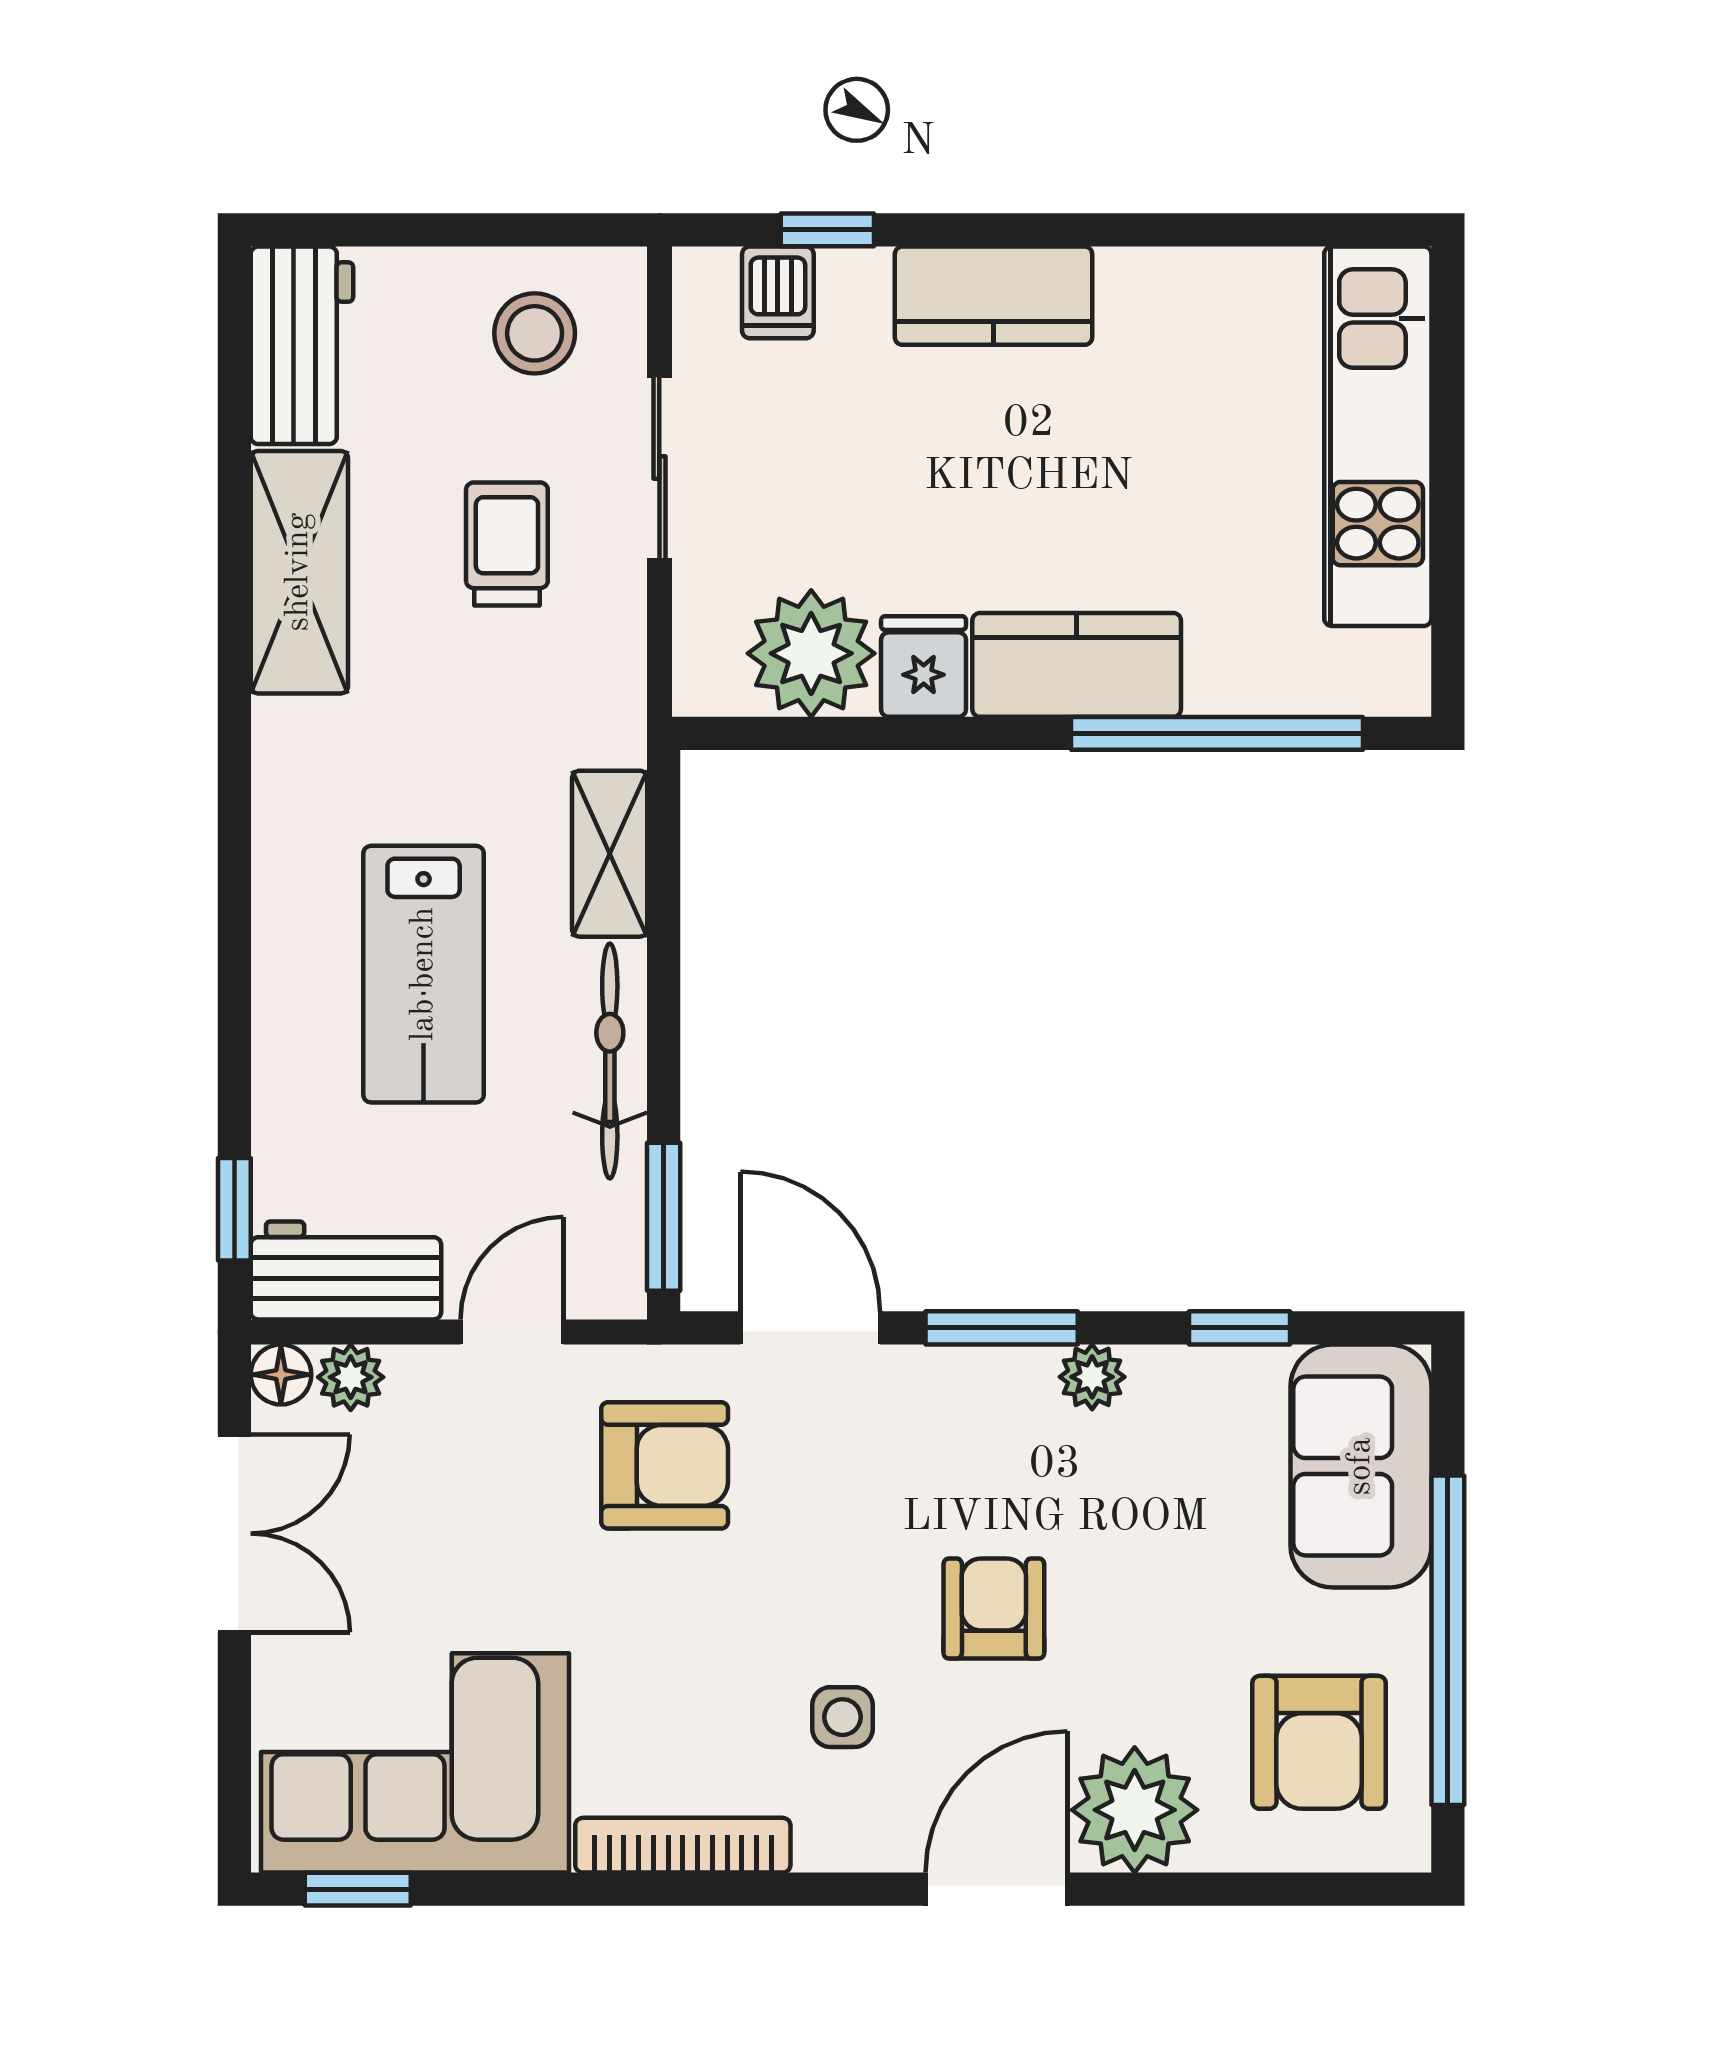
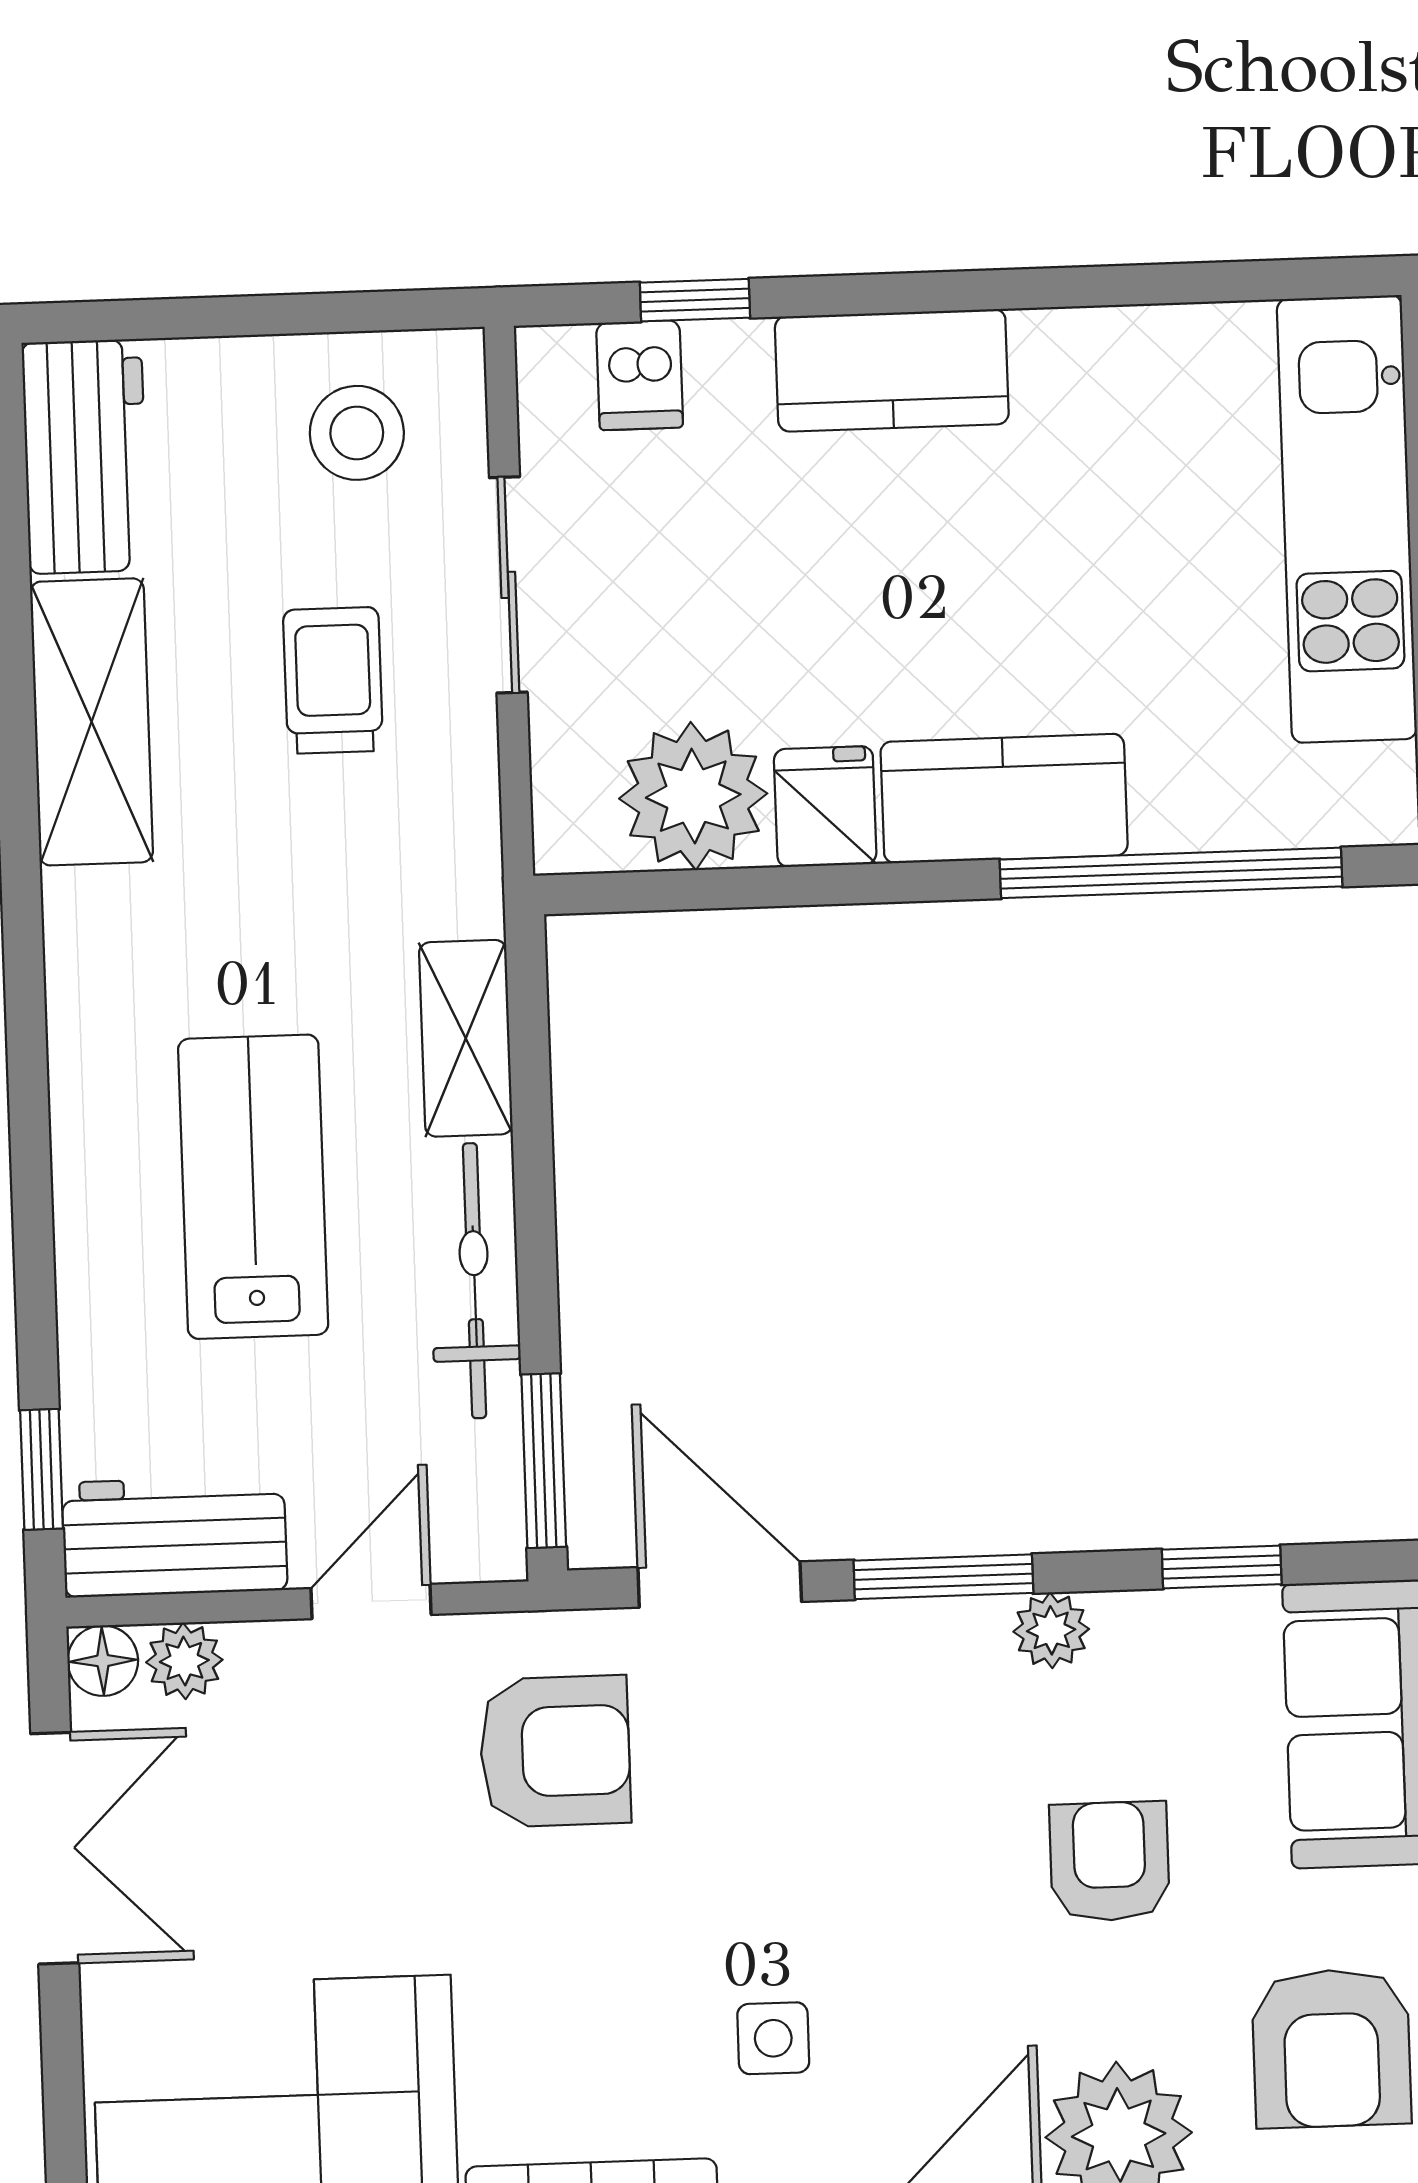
lab bench: (424, 974) -> (253, 1187), turned 180
armchair: (994, 1609) -> (1109, 1861), moved

